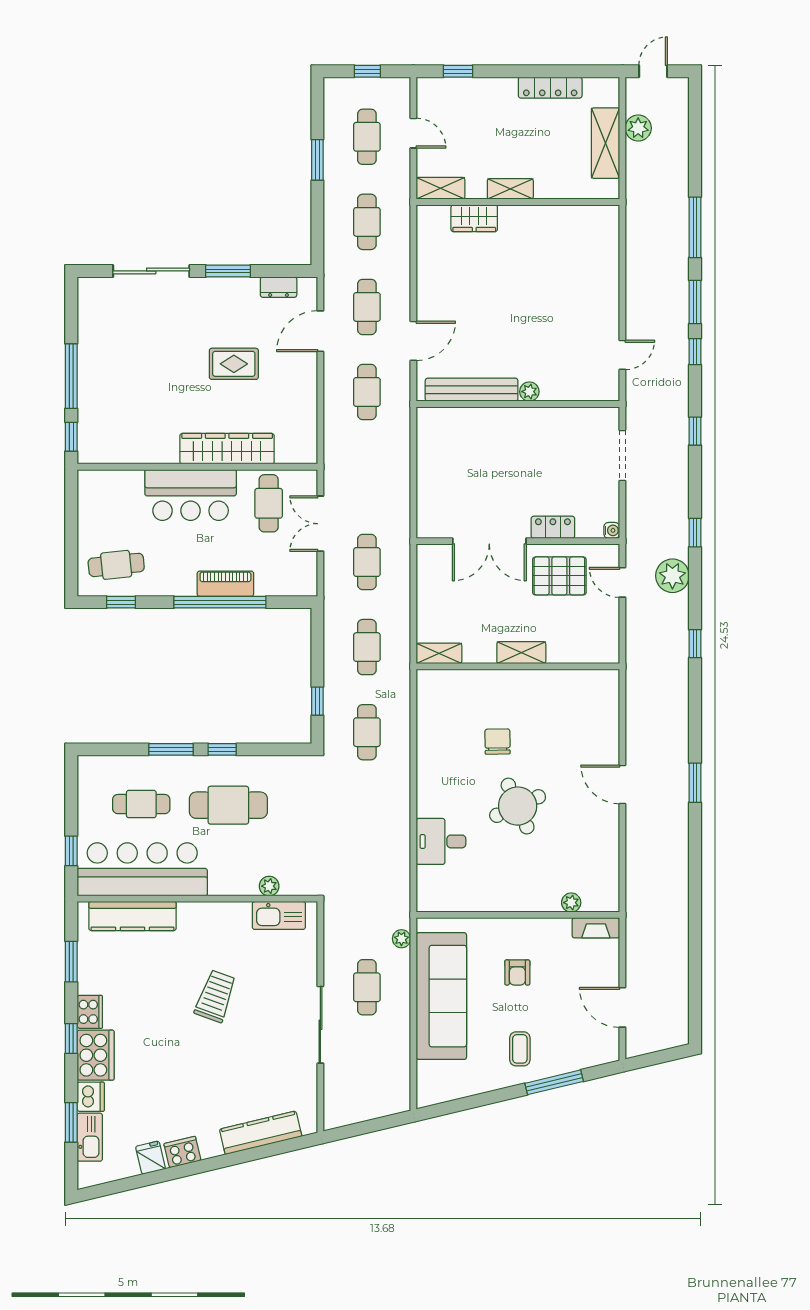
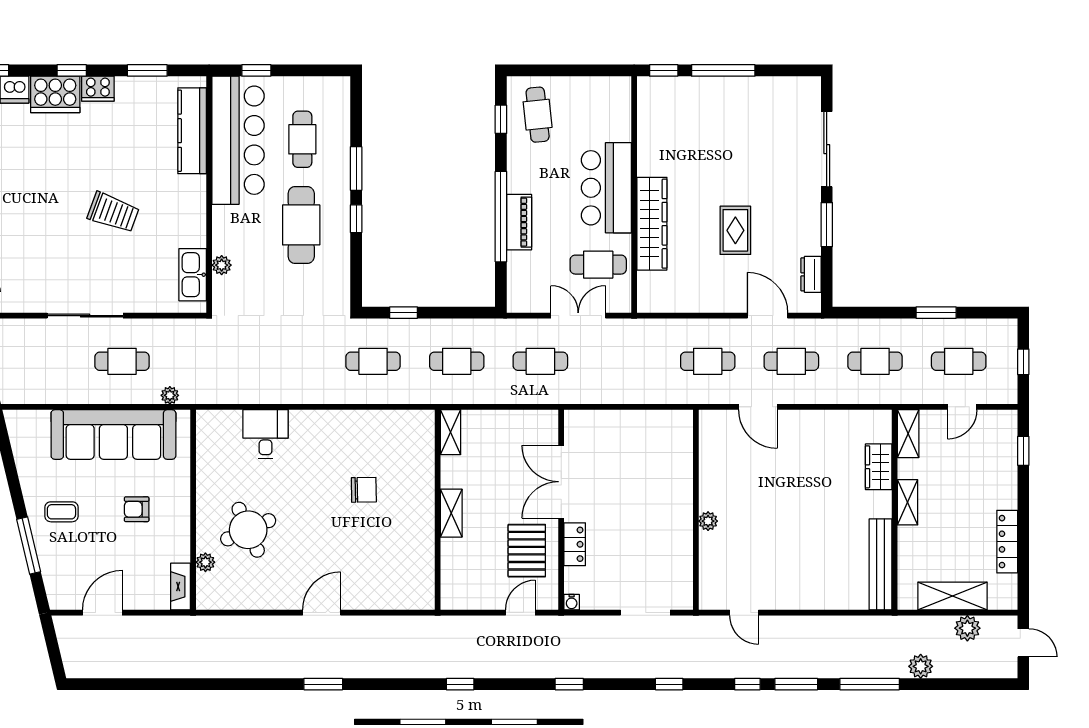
bench: (472, 390) -> (881, 564), moved
plant: (672, 576) -> (921, 666), moved, width x0.73, depth x0.73
round table: (518, 806) -> (248, 530), moved

